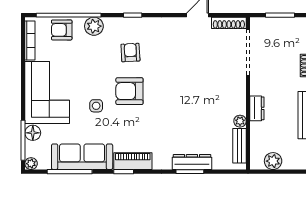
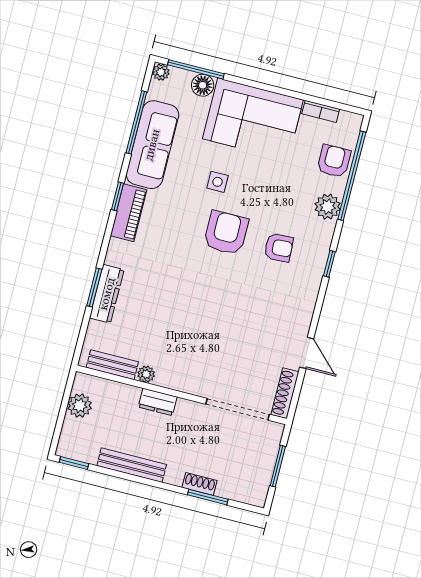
bookcase: (30, 41) -> (321, 111), width x0.64

